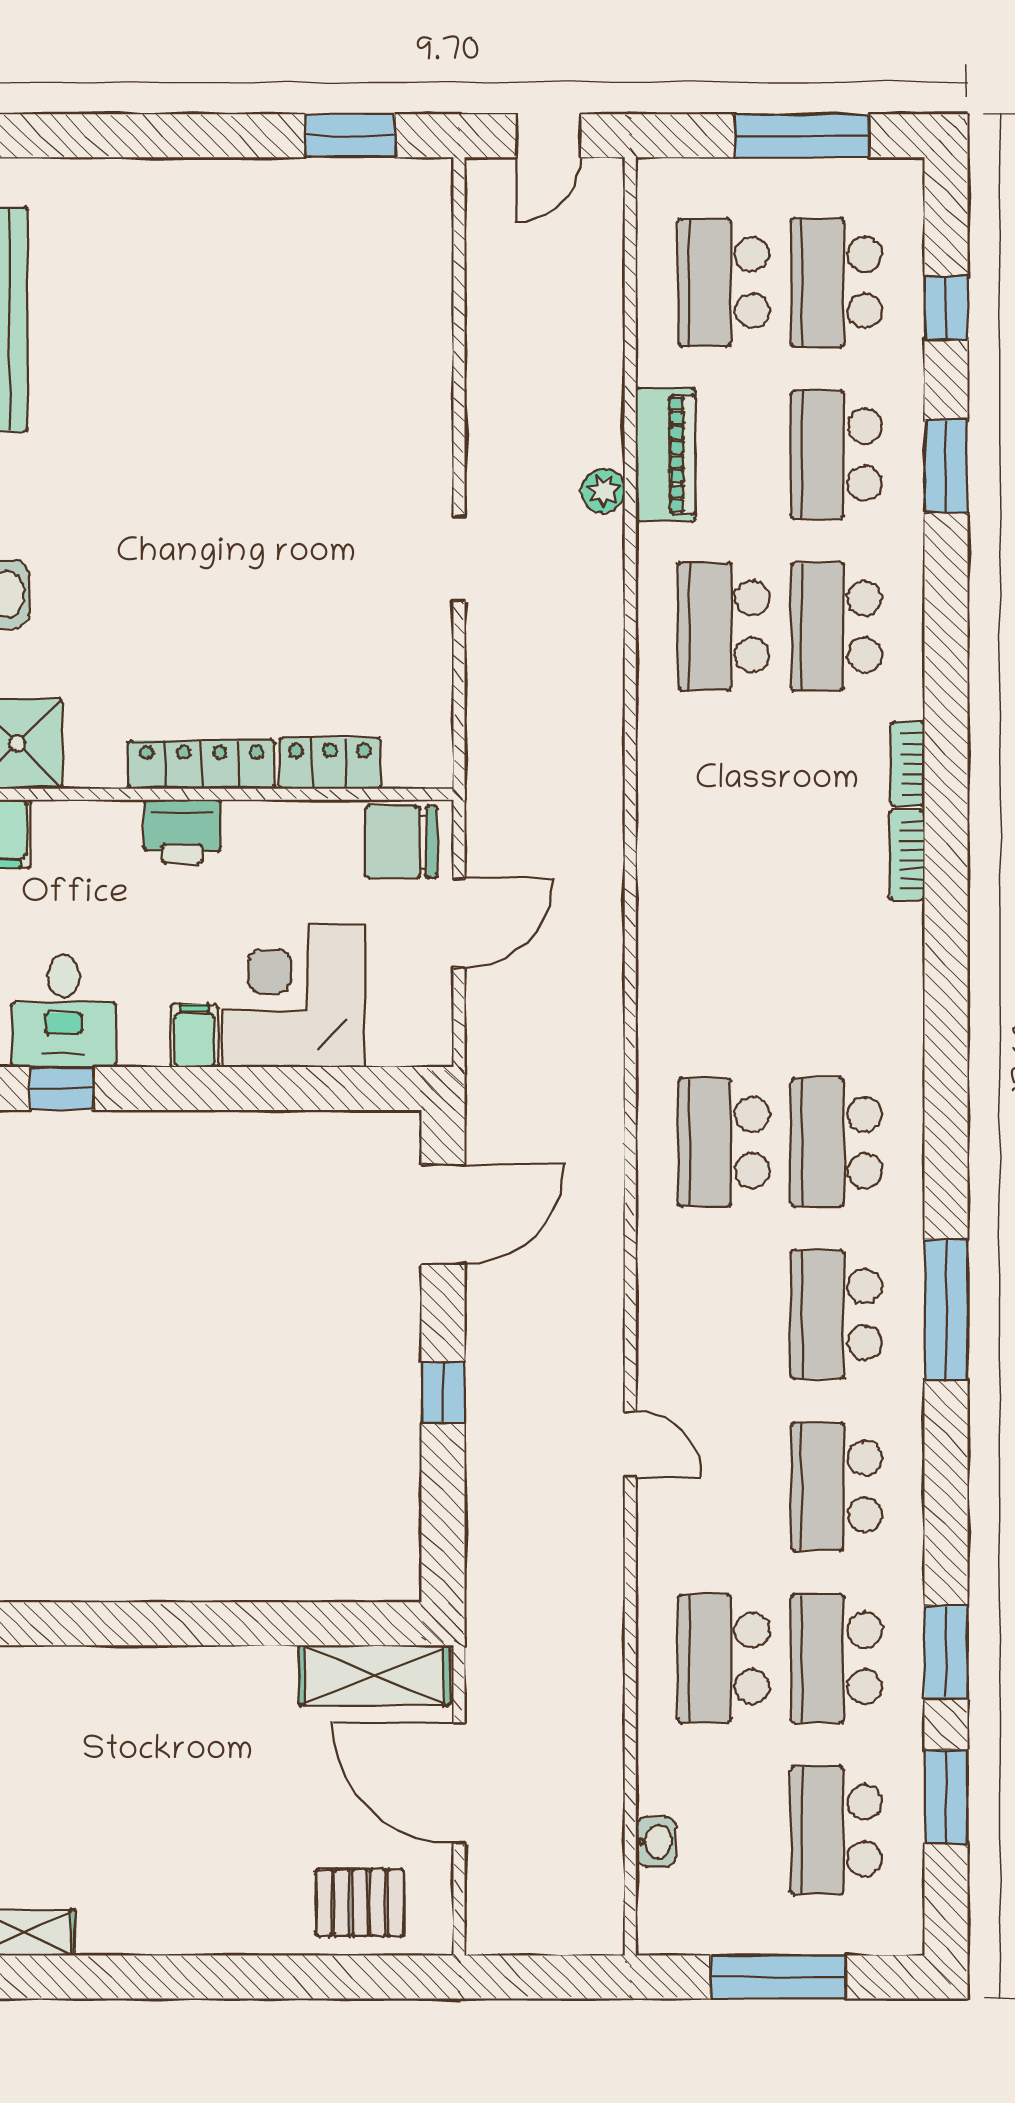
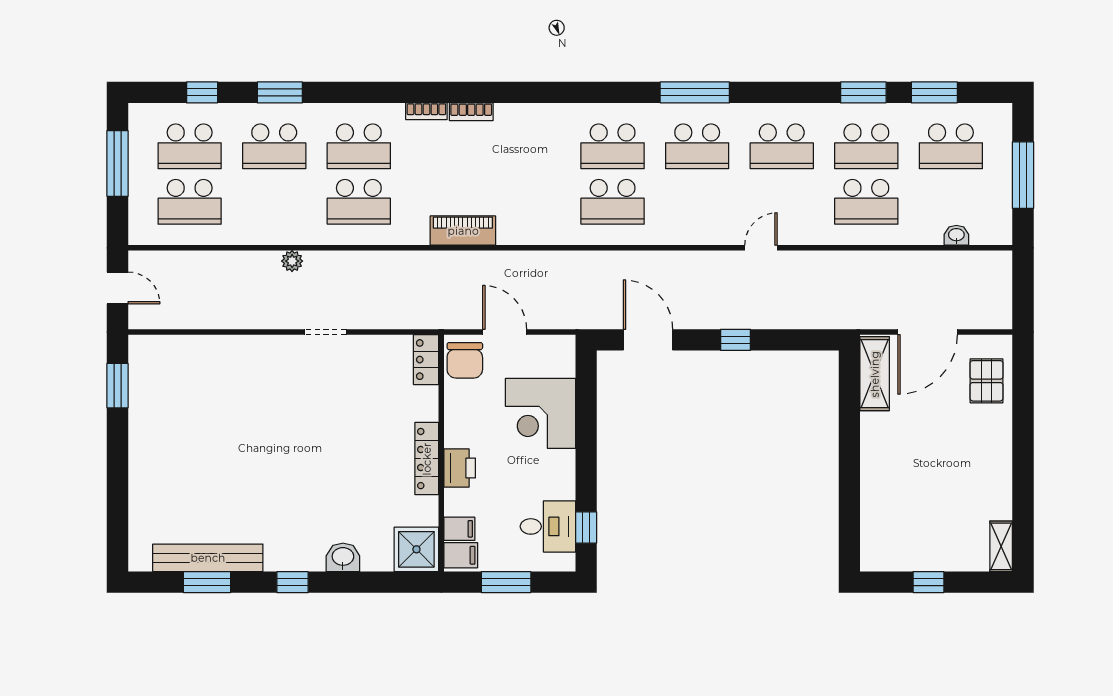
piano: (665, 455) -> (463, 231), moved
locker: (330, 763) -> (426, 360), moved
filing cabinet: (194, 1036) -> (459, 529), moved, turned 180

